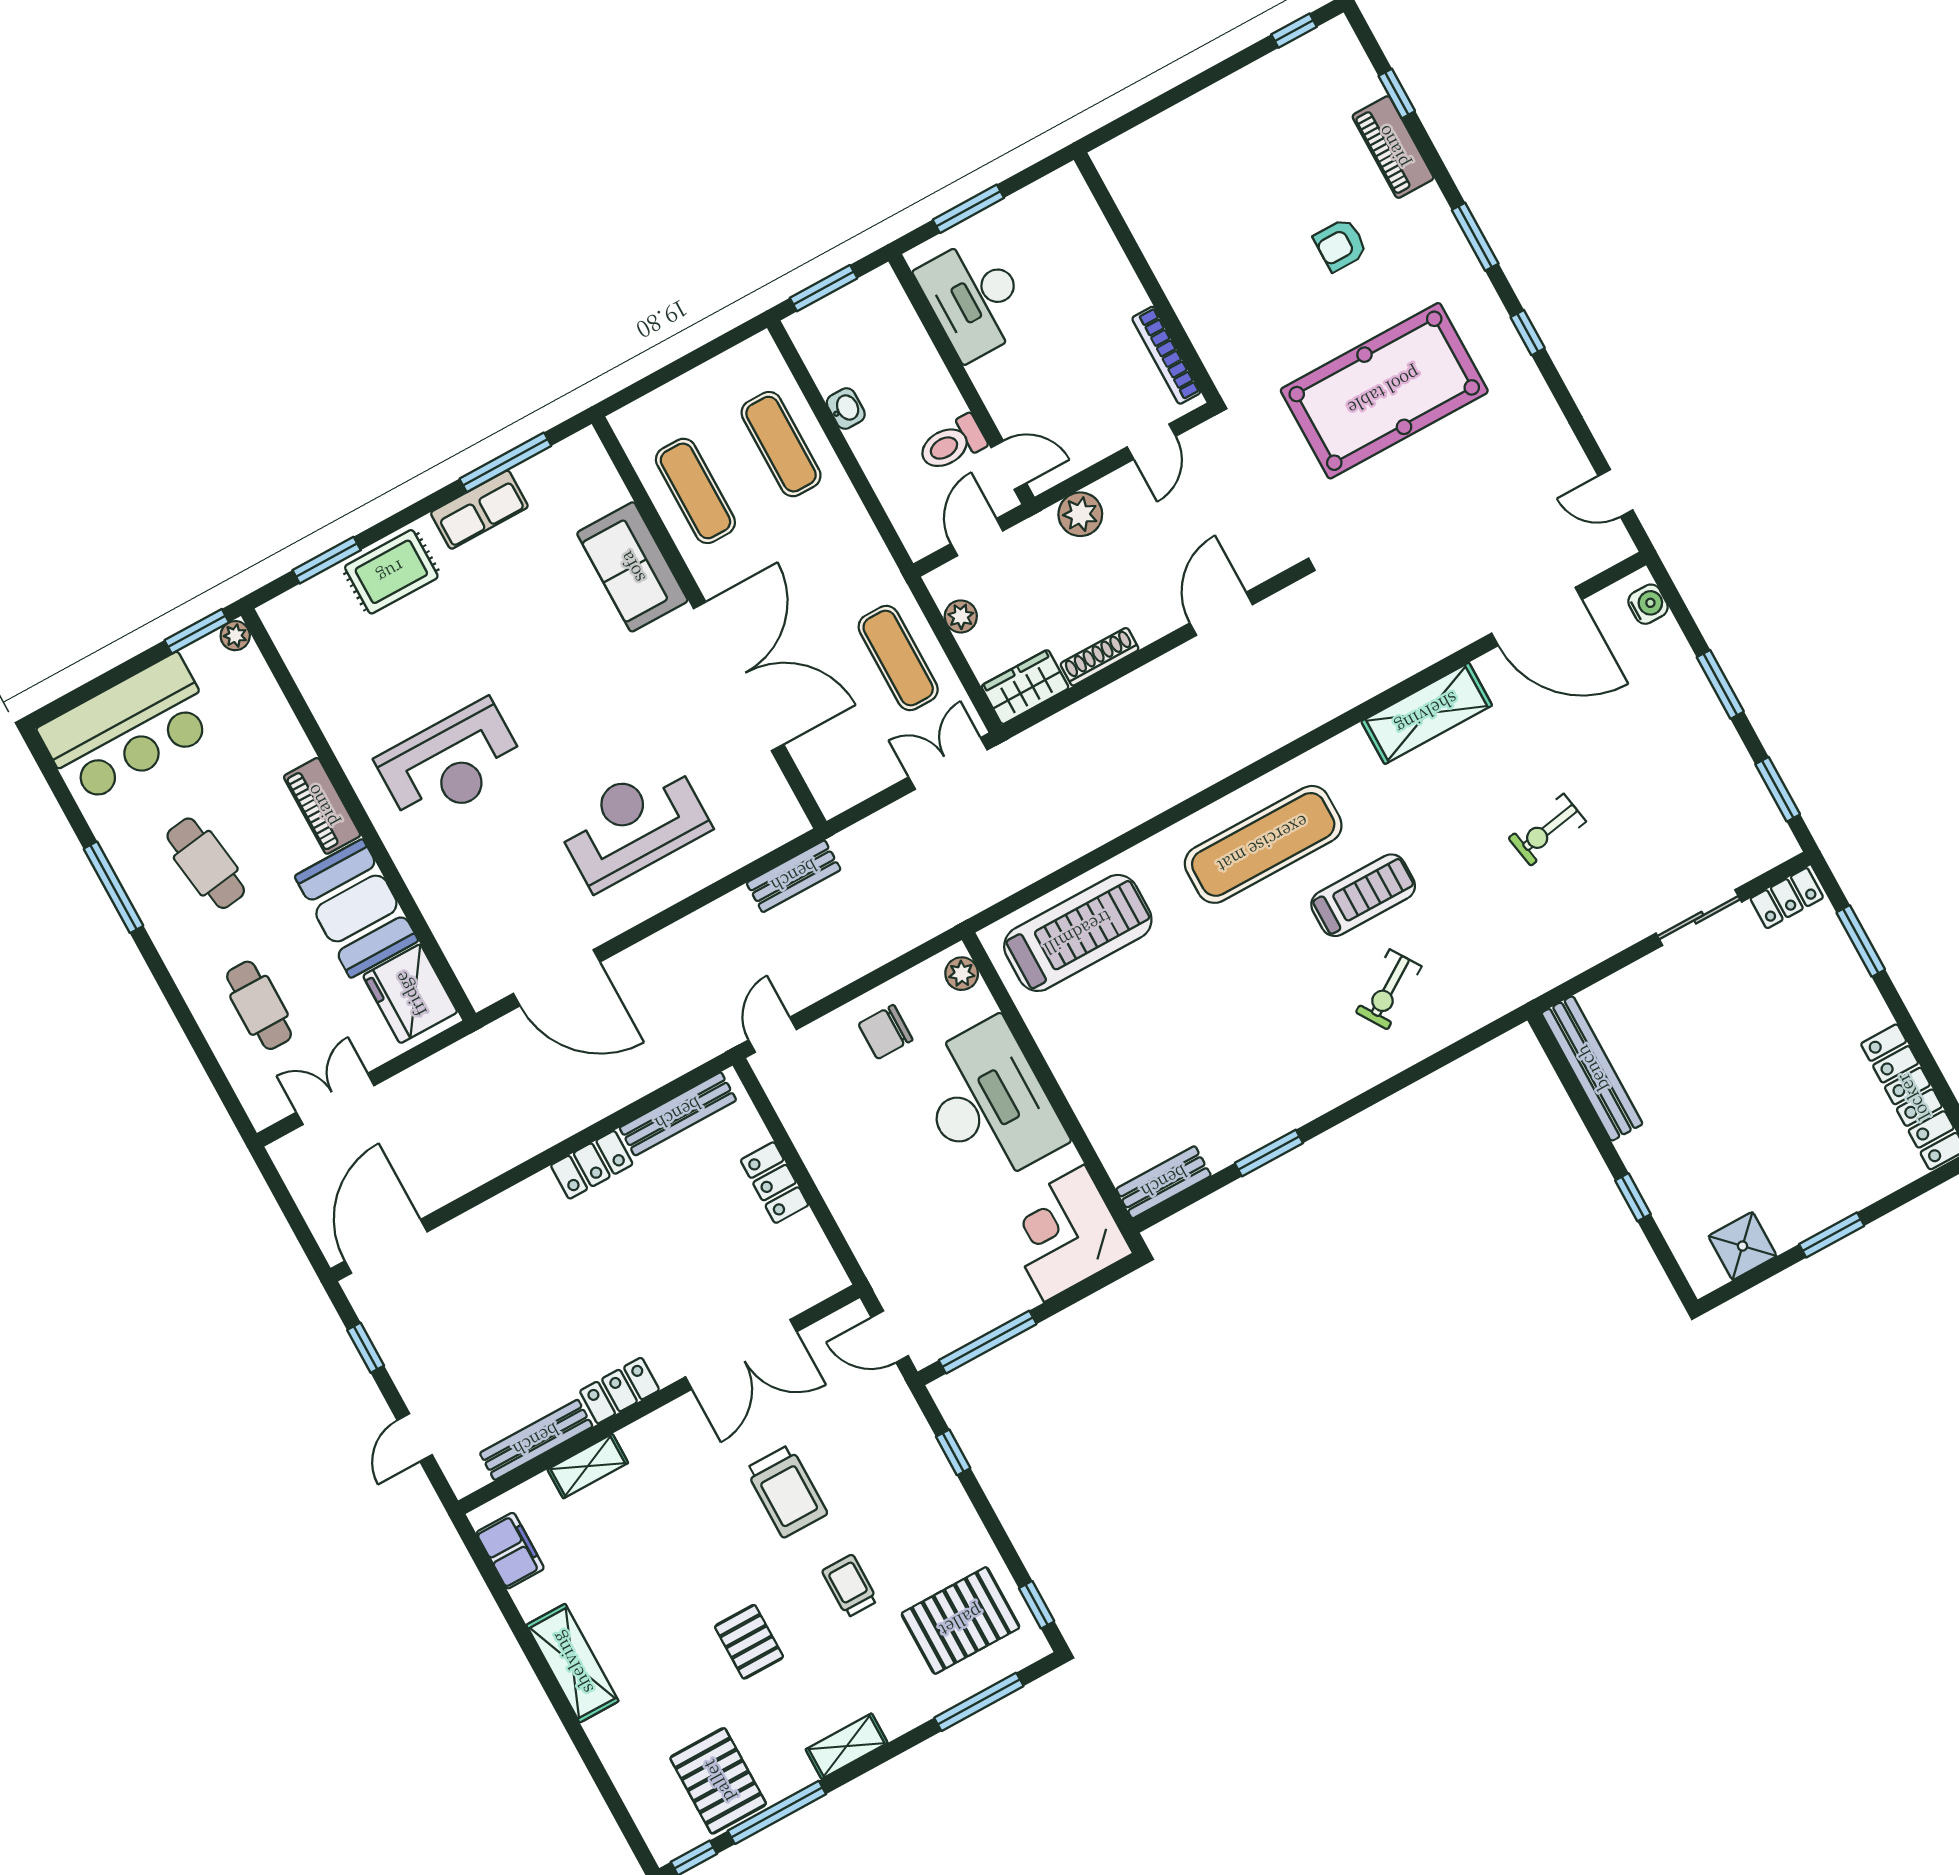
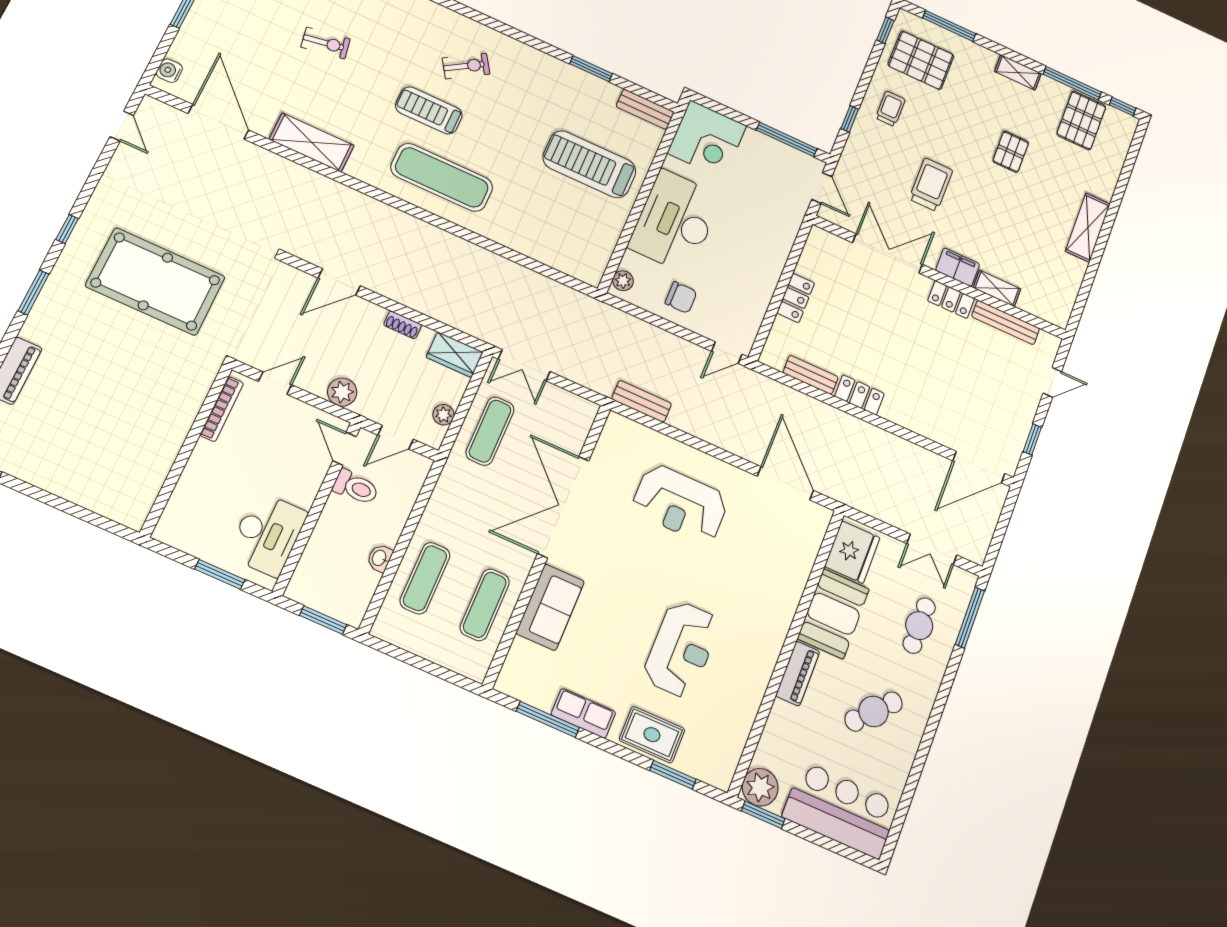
armchair: (1340, 245) -> (91, 360), removed
plant: (235, 636) -> (760, 787), width x1.88, depth x1.88
shoe rack: (1100, 657) -> (403, 325), width x0.70
reception desk: (451, 764) -> (681, 649), moved, turned 90
cafe table: (206, 863) -> (874, 711), turned 51
window: (114, 887) -> (970, 618), moved
treadmill: (1078, 933) -> (589, 164), moved
bench: (678, 1114) -> (811, 375), width x0.73
filing cabinet: (510, 1551) -> (958, 267), moved, turned 90
trolley: (850, 1586) -> (890, 109), moved, turned 180

